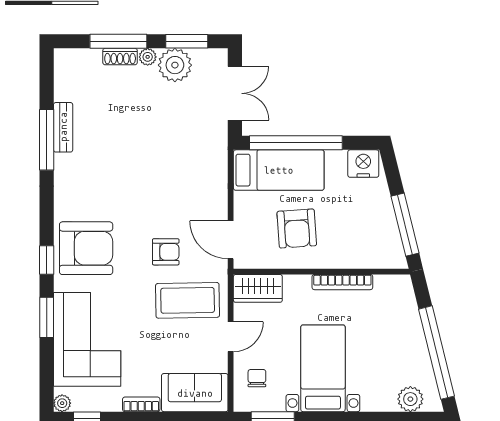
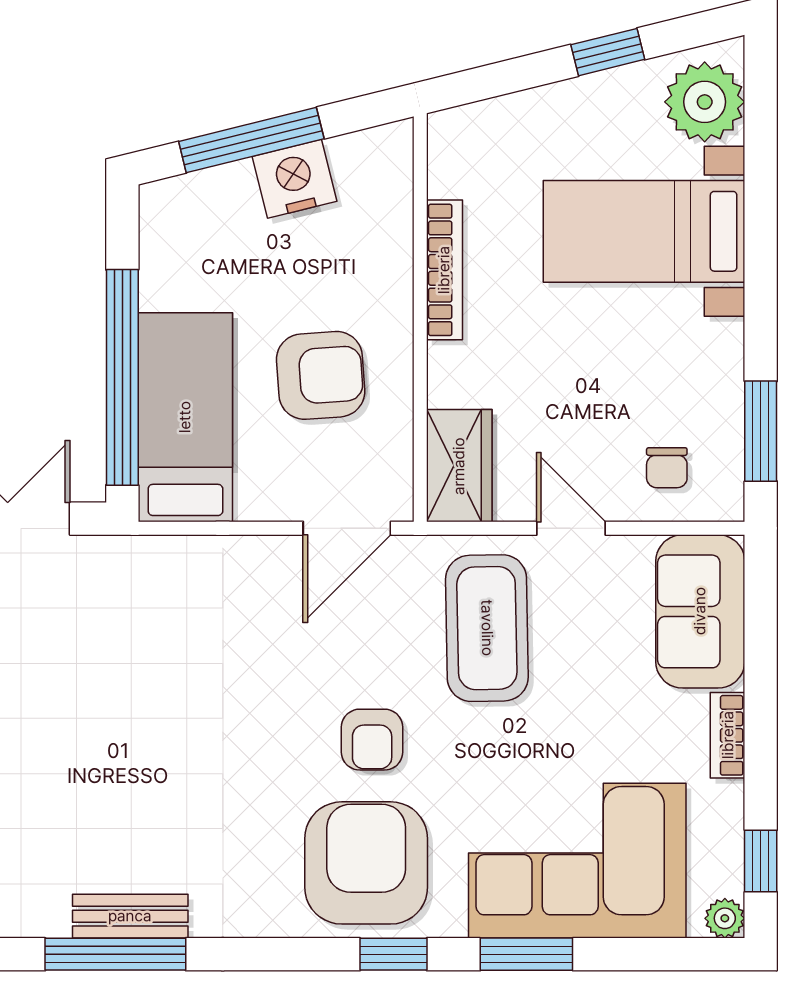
bench: (63, 127) -> (130, 916), moved
nightstand: (363, 164) -> (295, 179), moved, turned 76
window: (405, 225) -> (251, 140), moved
armchair: (166, 252) -> (372, 740), moved, turned 180
window: (437, 353) -> (608, 52), width x0.32
bed with nightstands: (323, 368) -> (644, 231), moved
chair: (257, 378) -> (667, 468), turned -90
plant: (410, 399) -> (705, 102), width x1.36, depth x1.36

